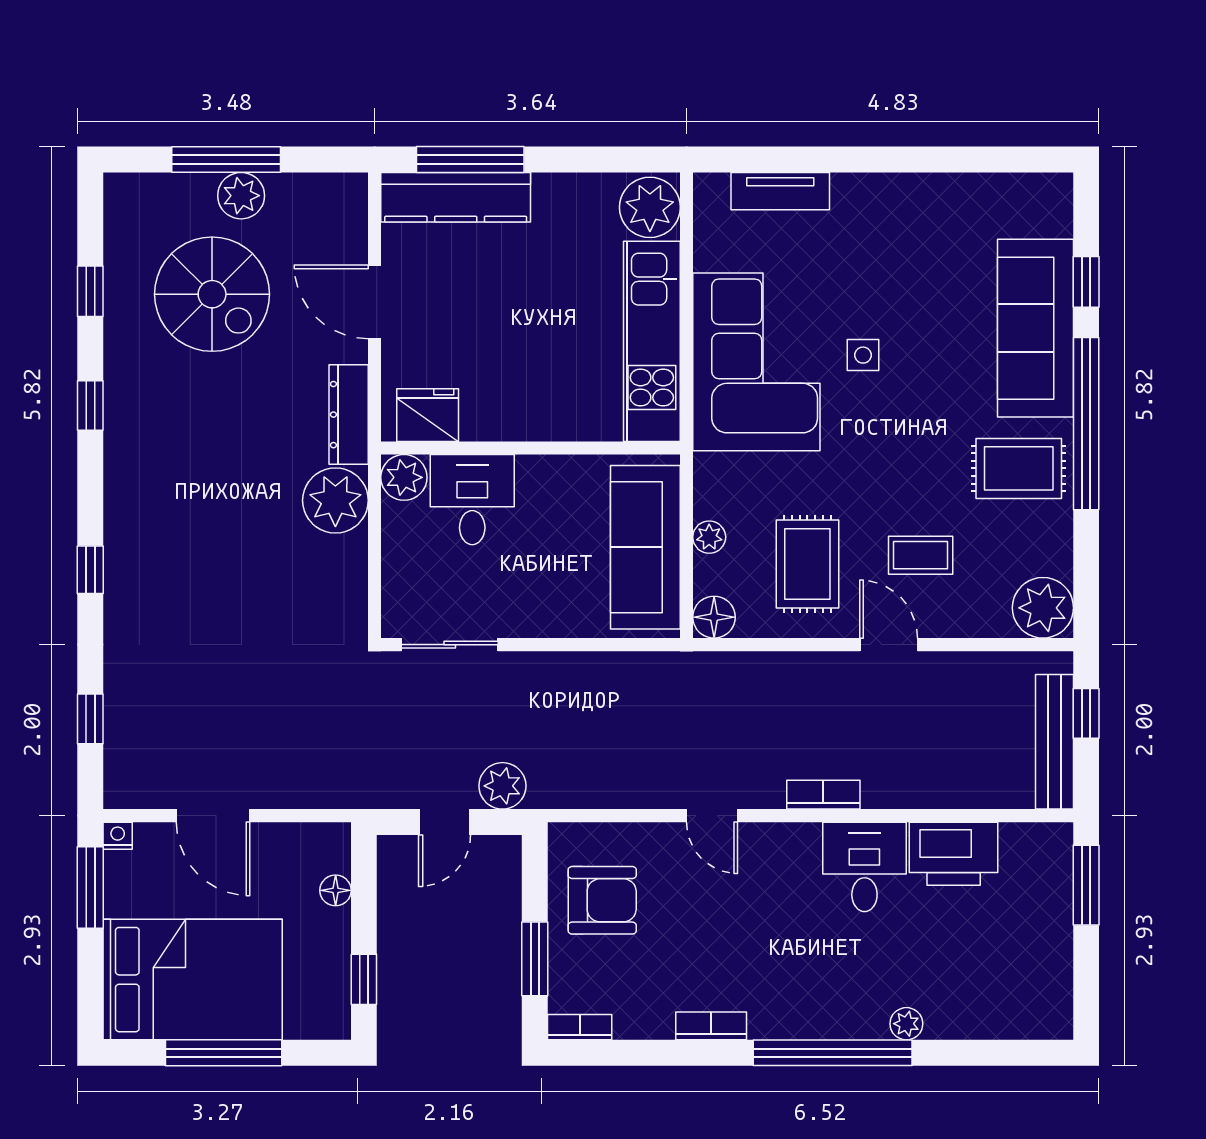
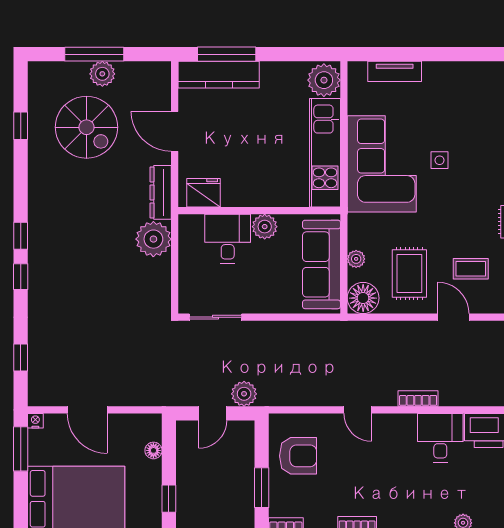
window: (90, 405) -> (21, 236), moved
plant: (404, 477) -> (265, 227), moved
floor lamp: (714, 617) -> (363, 298), width x1.38, depth x1.38

